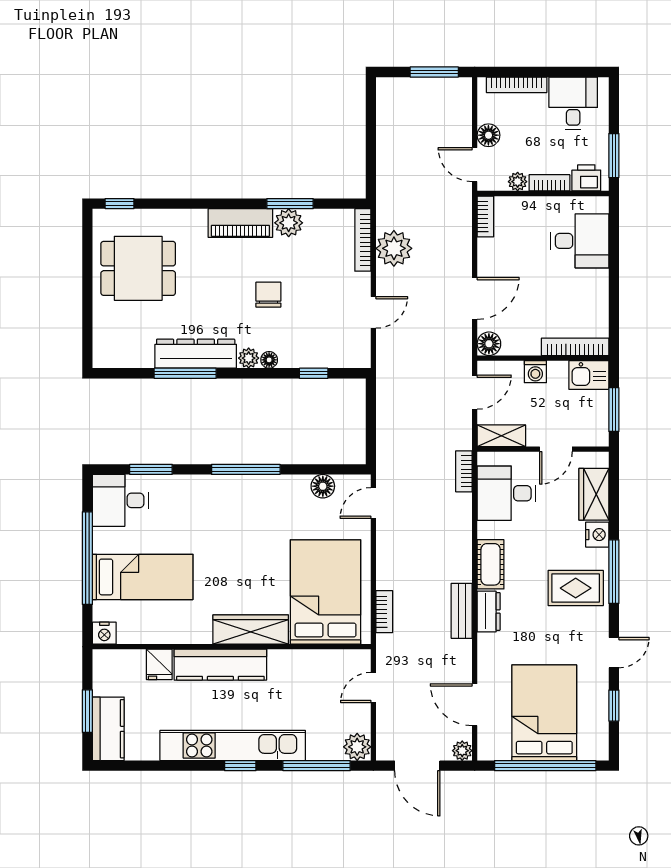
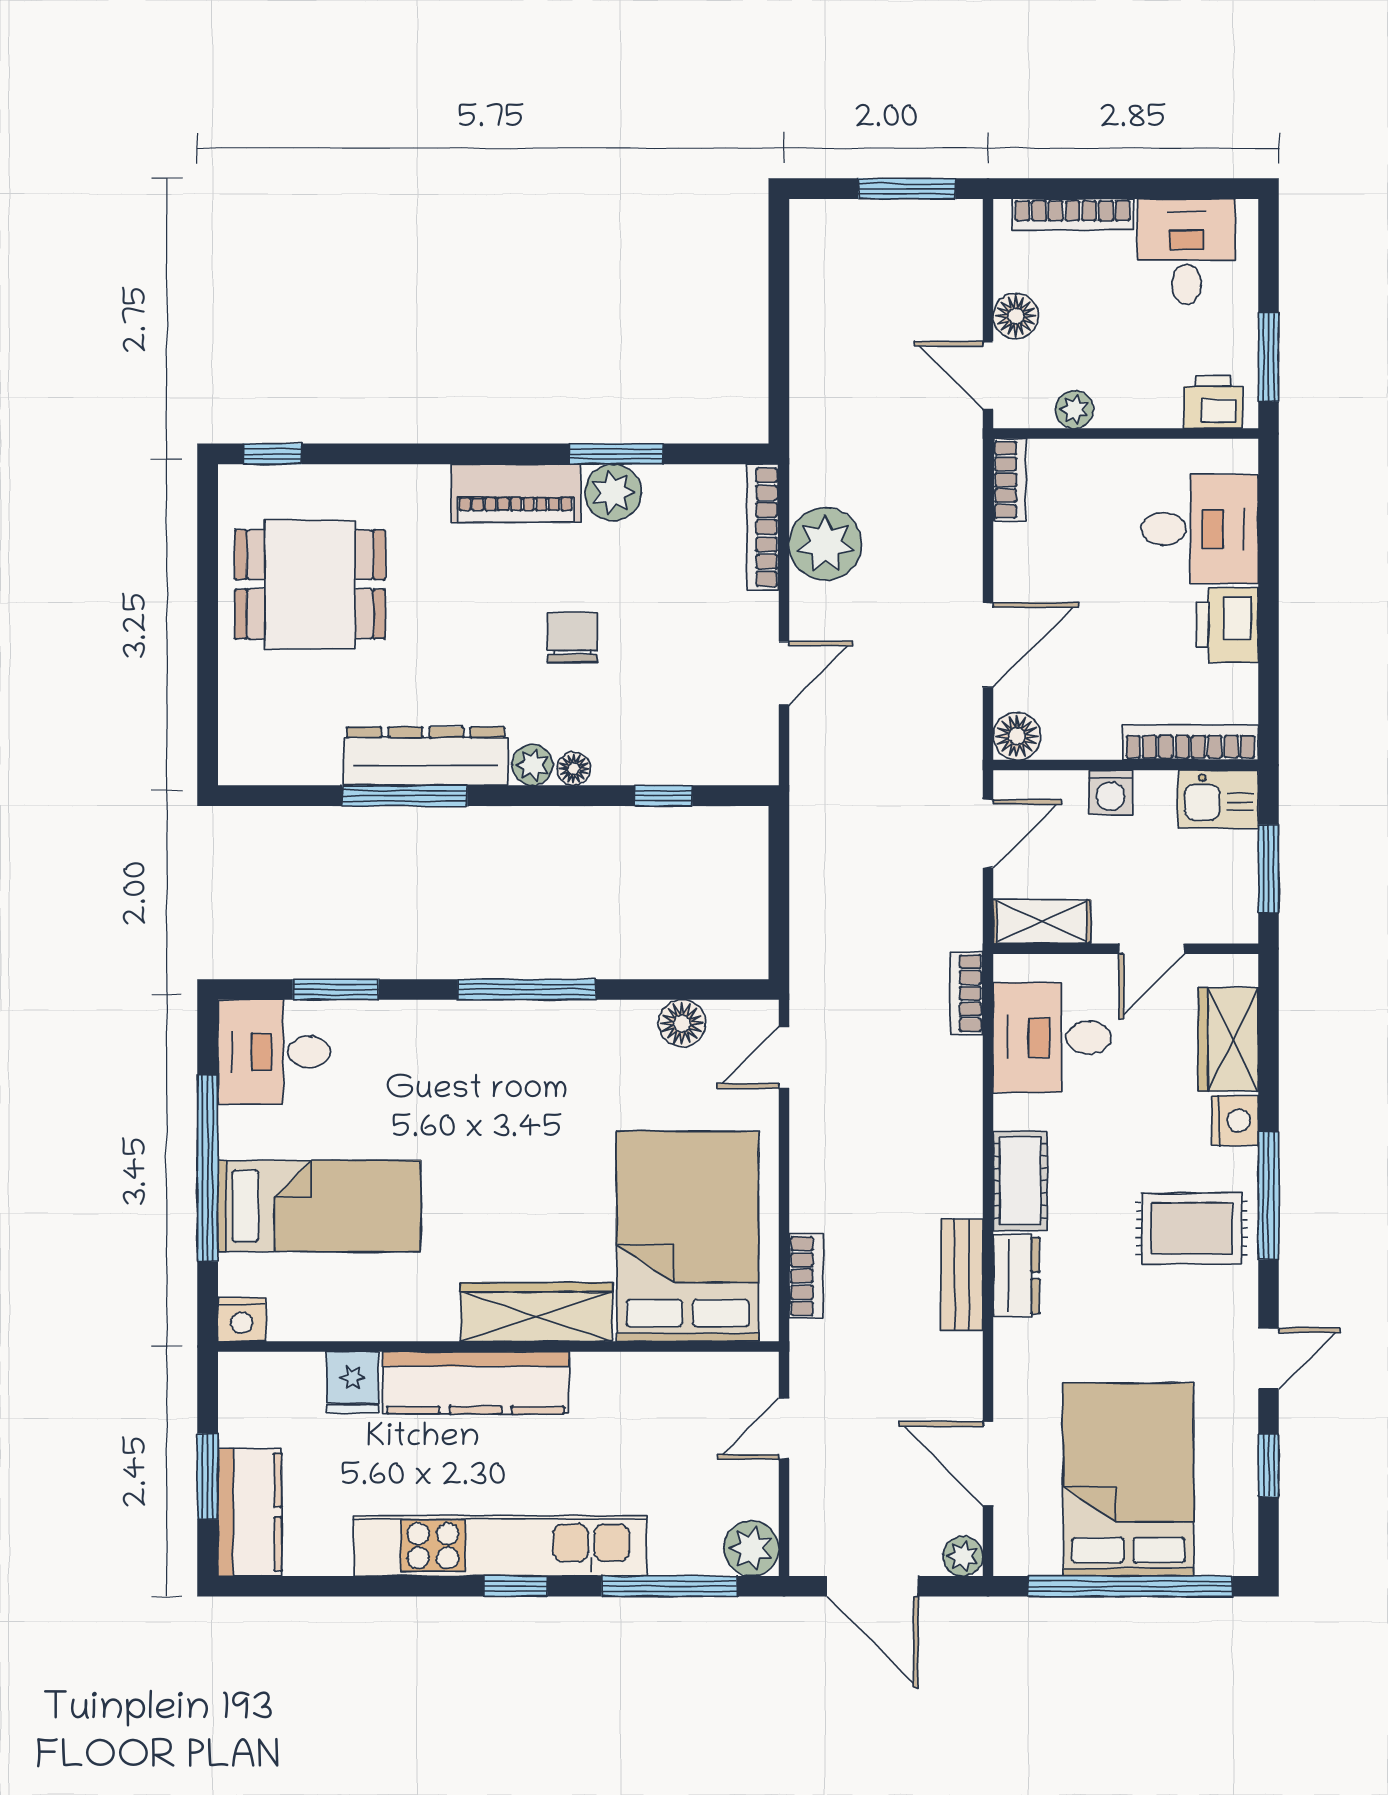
bookcase: (549, 183) -> (1139, 412), removed
printer: (593, 289) -> (1227, 625), added

